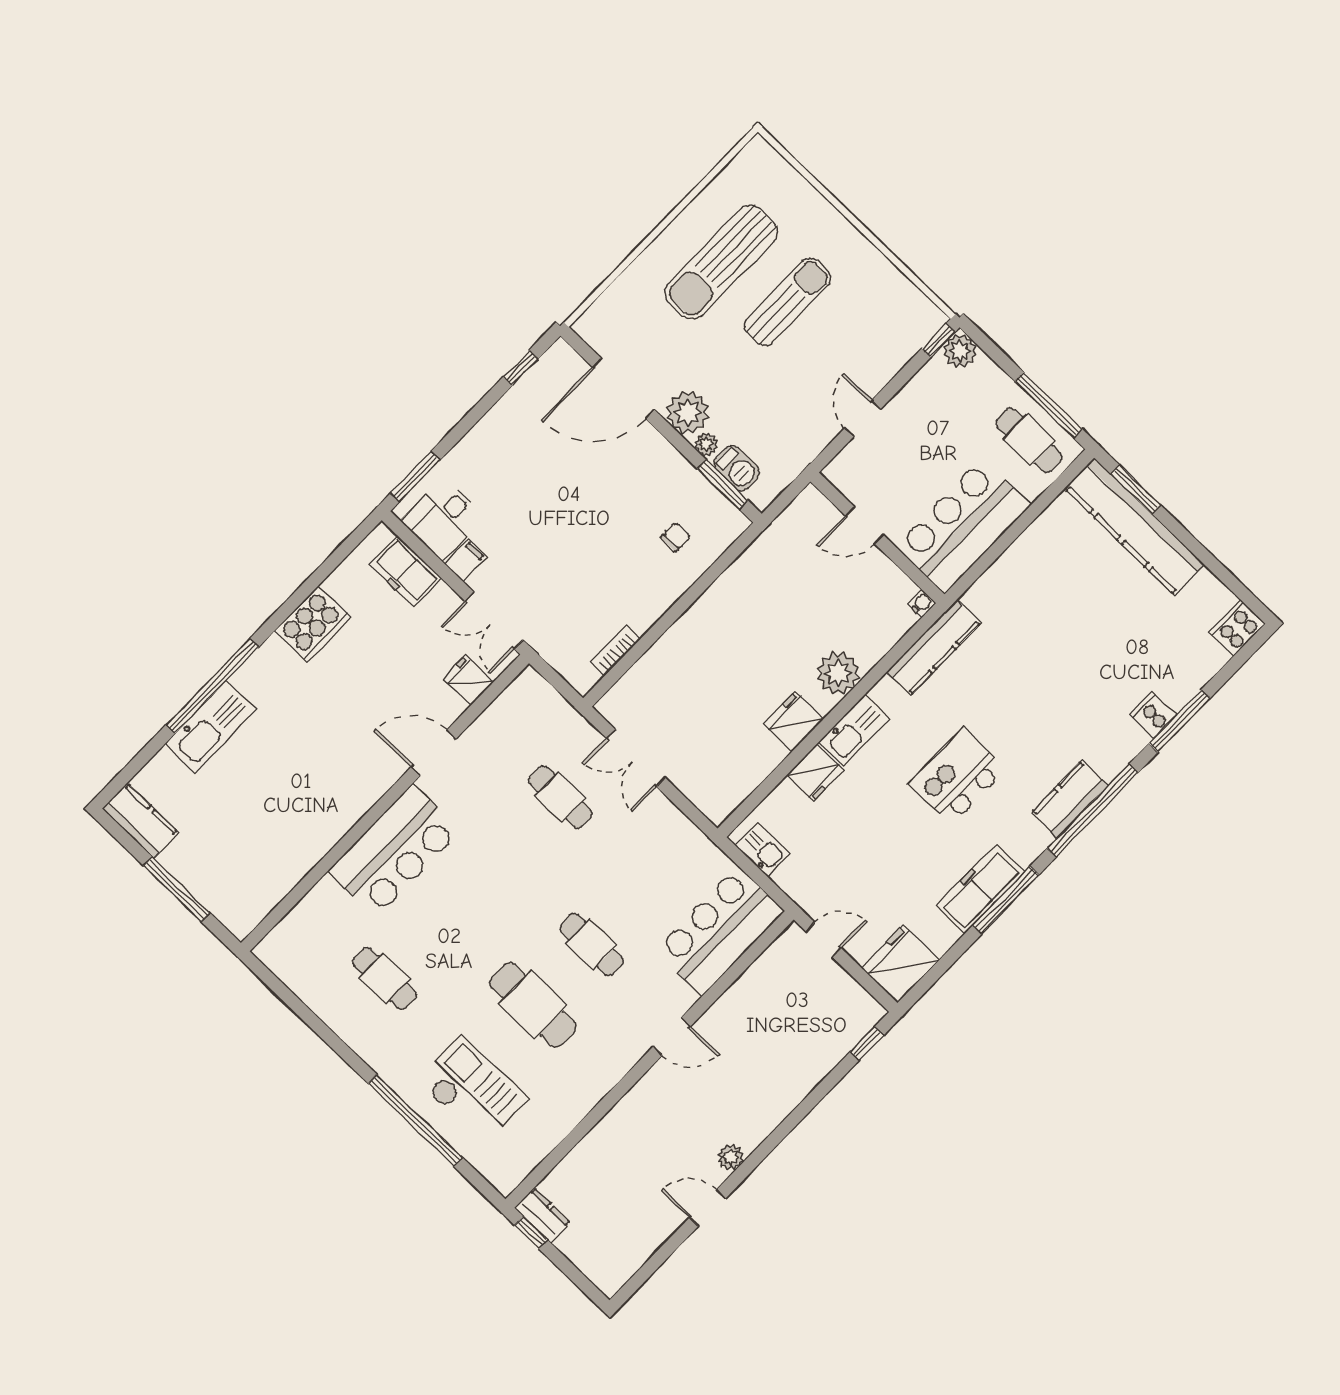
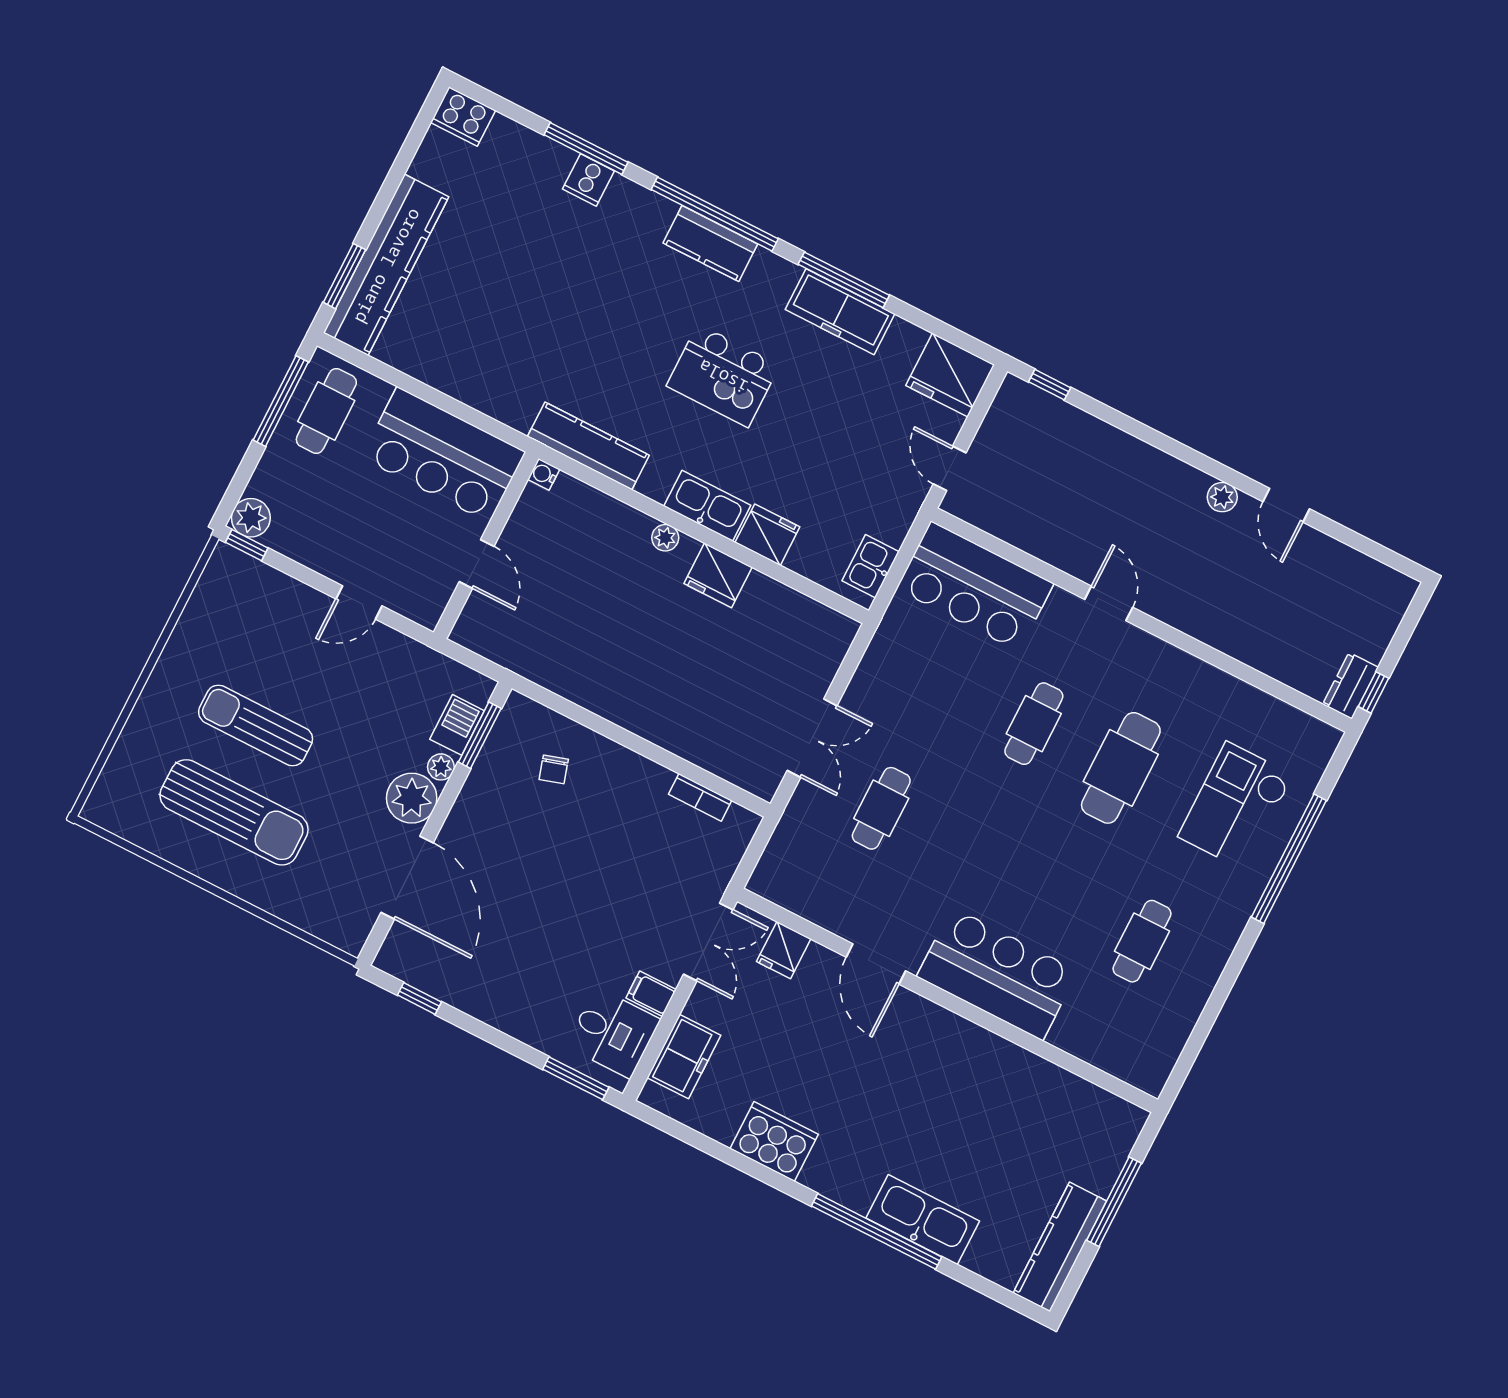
chair: (676, 537) -> (554, 769), turned -107
plant: (838, 673) -> (665, 538), width x0.53, depth x0.53
kitchen counter: (140, 821) -> (1060, 1247), width x1.50

